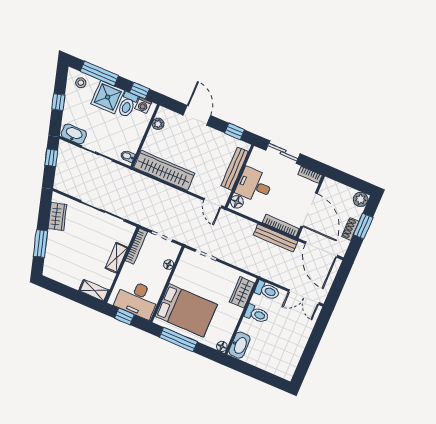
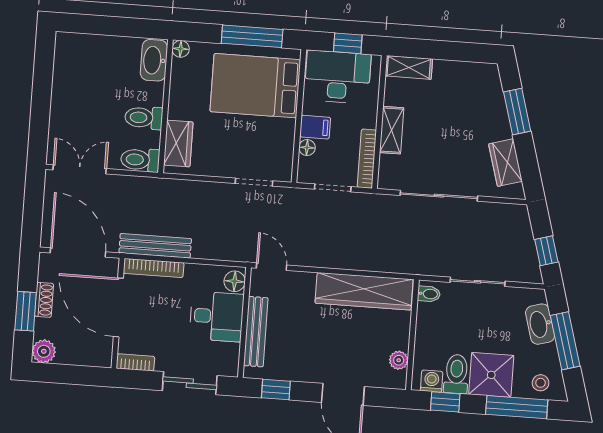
window: (58, 102) -> (565, 341), width x2.17
washbasin: (74, 134) -> (540, 324), moved, turned 74
filing cabinet: (160, 275) -> (315, 127), added

